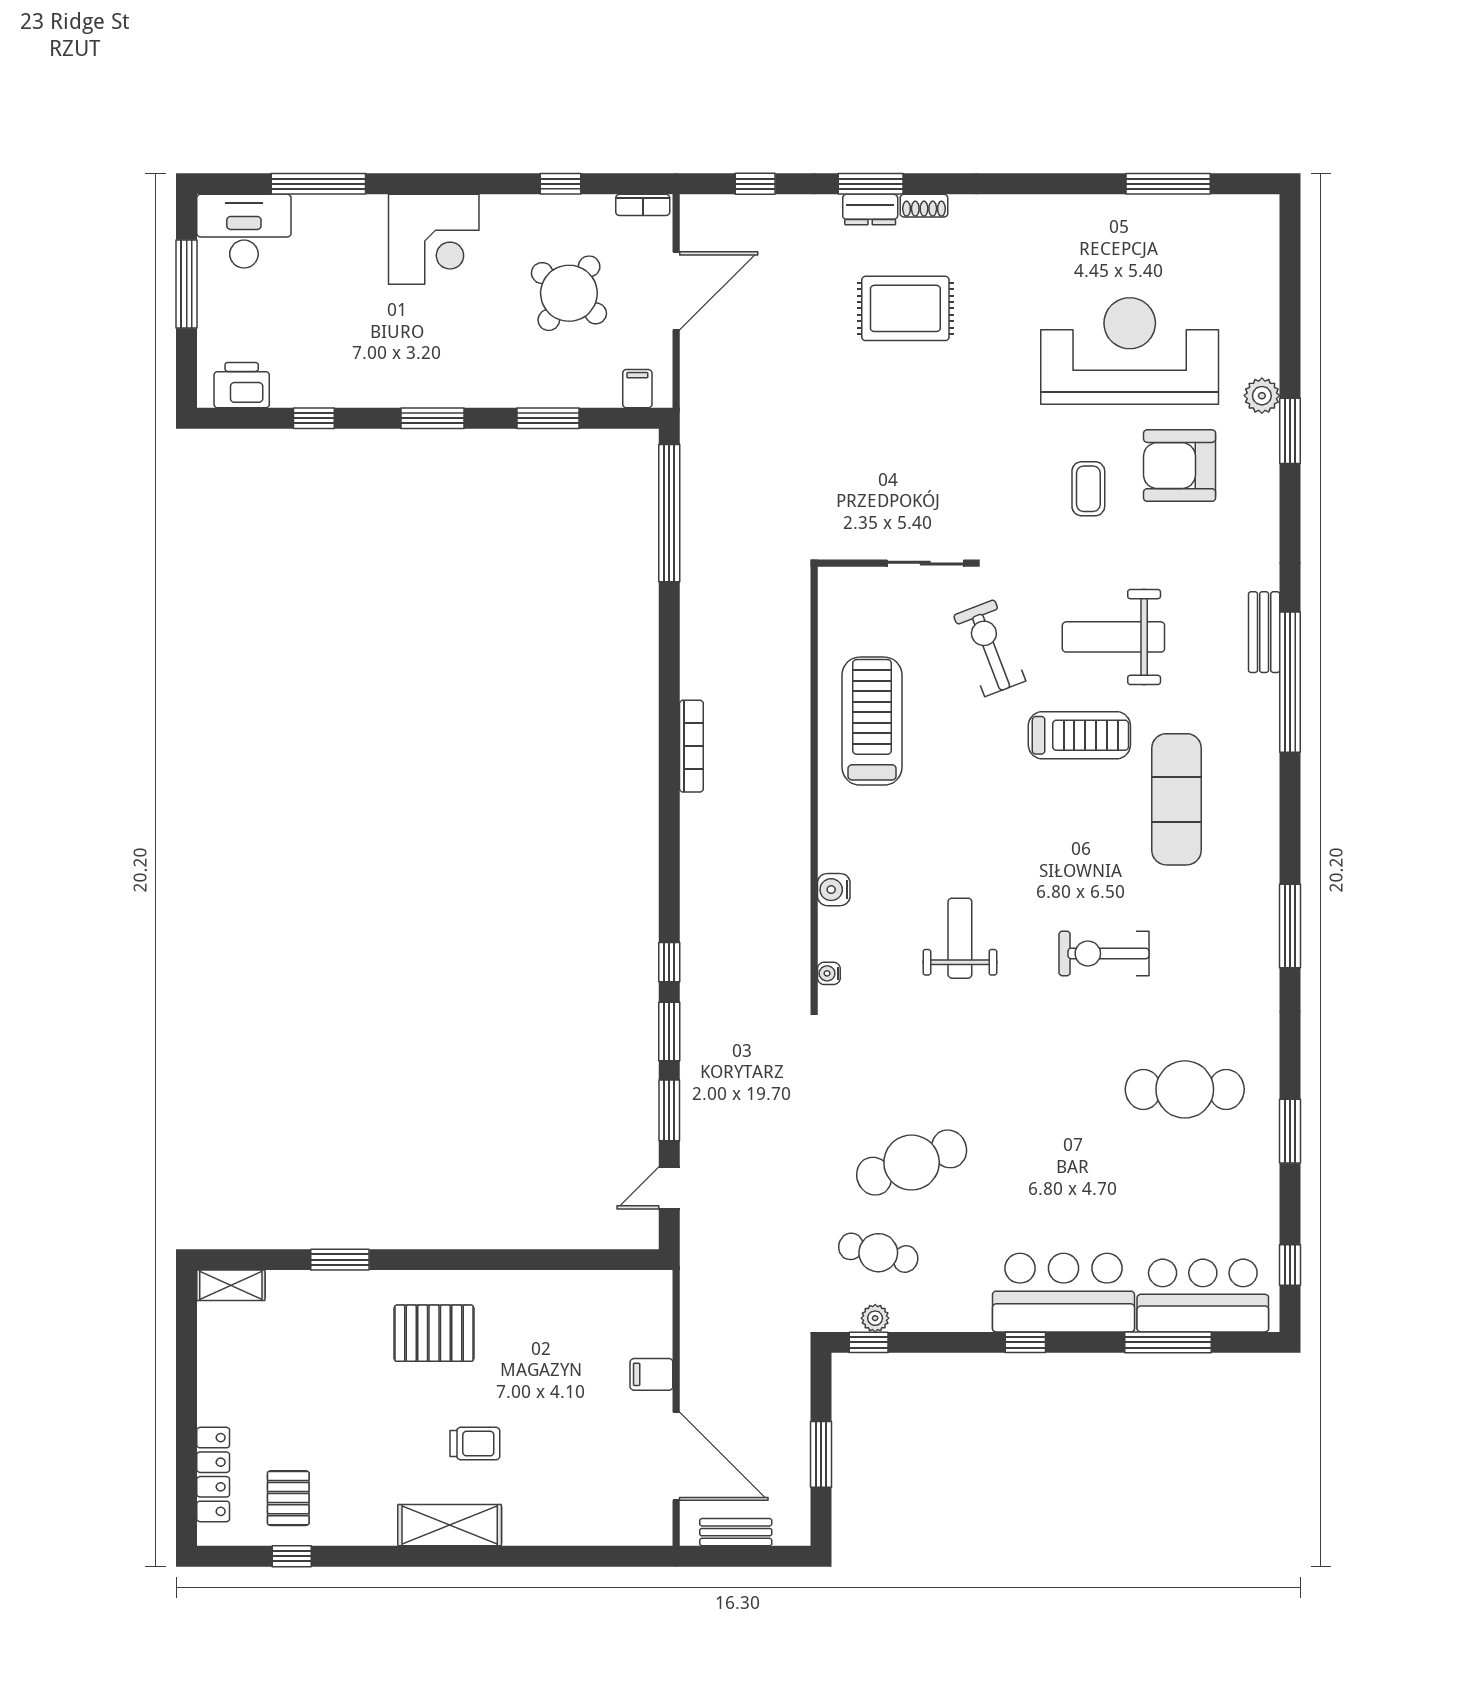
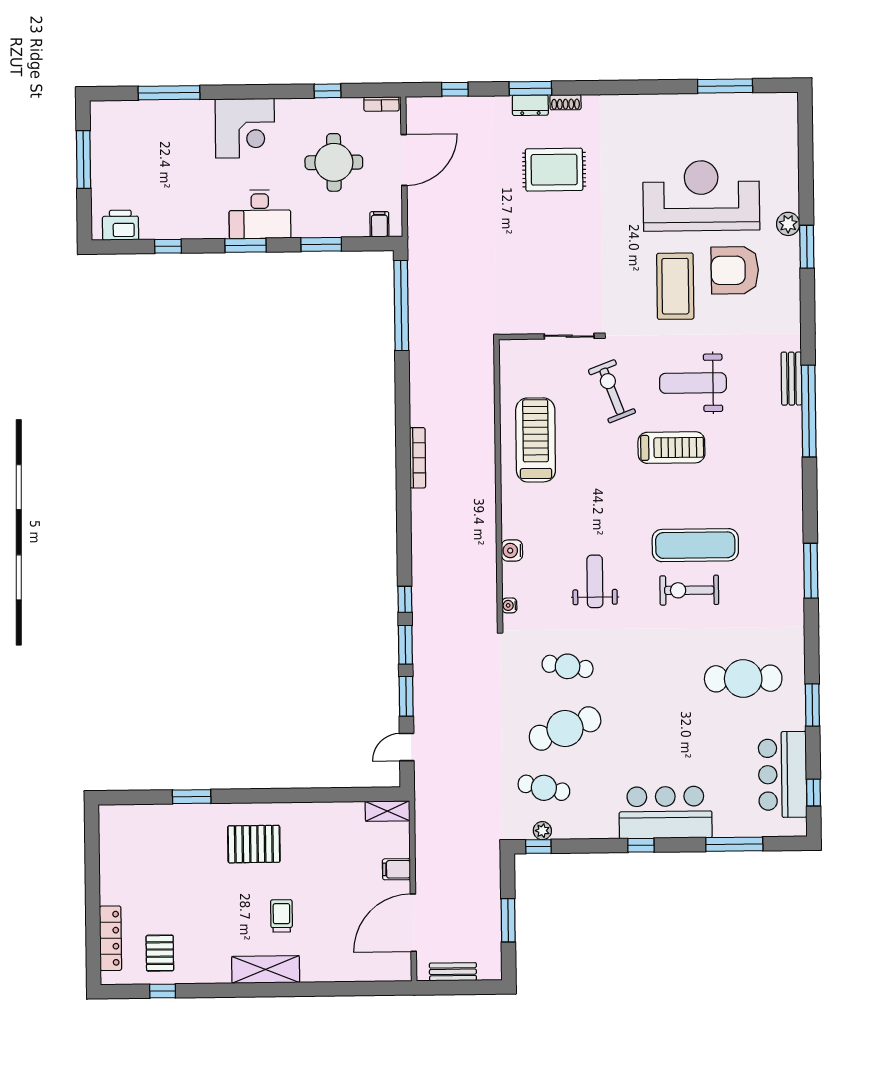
desk: (244, 231) -> (260, 214), moved, turned 180
round table: (569, 293) -> (334, 162), turned -37
coffee table: (1088, 489) -> (675, 286), width x1.86, depth x1.72
exercise mat: (1177, 799) -> (695, 545), moved, turned 90
cafe table: (917, 1068) -> (568, 666), added
shelving: (231, 1285) -> (387, 811), moved
bar counter: (1203, 1296) -> (783, 775), moved, turned -90
trolley: (475, 1444) -> (281, 916), turned -90
door: (676, 1456) -> (413, 923), swing flipped

